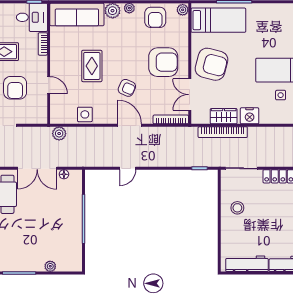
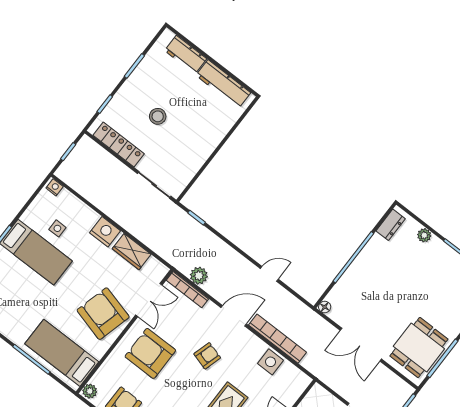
armchair: (127, 88) -> (207, 356), turned 82
door: (130, 125) -> (234, 316), swing flipped
bookcase: (223, 132) -> (278, 339), moved
plant: (59, 134) -> (199, 276), moved
double door: (37, 168) -> (361, 345), swing flipped
floor lamp: (64, 174) -> (325, 307), moved
stool: (237, 208) -> (158, 116), moved
dresser: (76, 257) -> (391, 225), added

